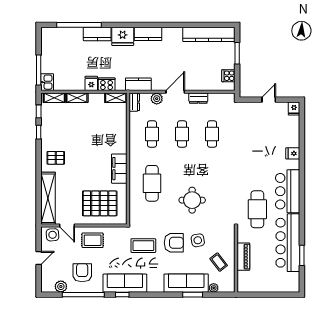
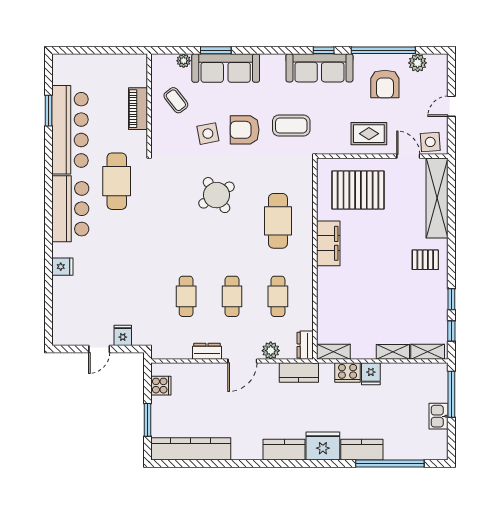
kitchen sink: (47, 82) -> (439, 416), moved
fridge: (294, 108) -> (123, 335), moved
round table: (192, 200) -> (217, 195), turned -33

